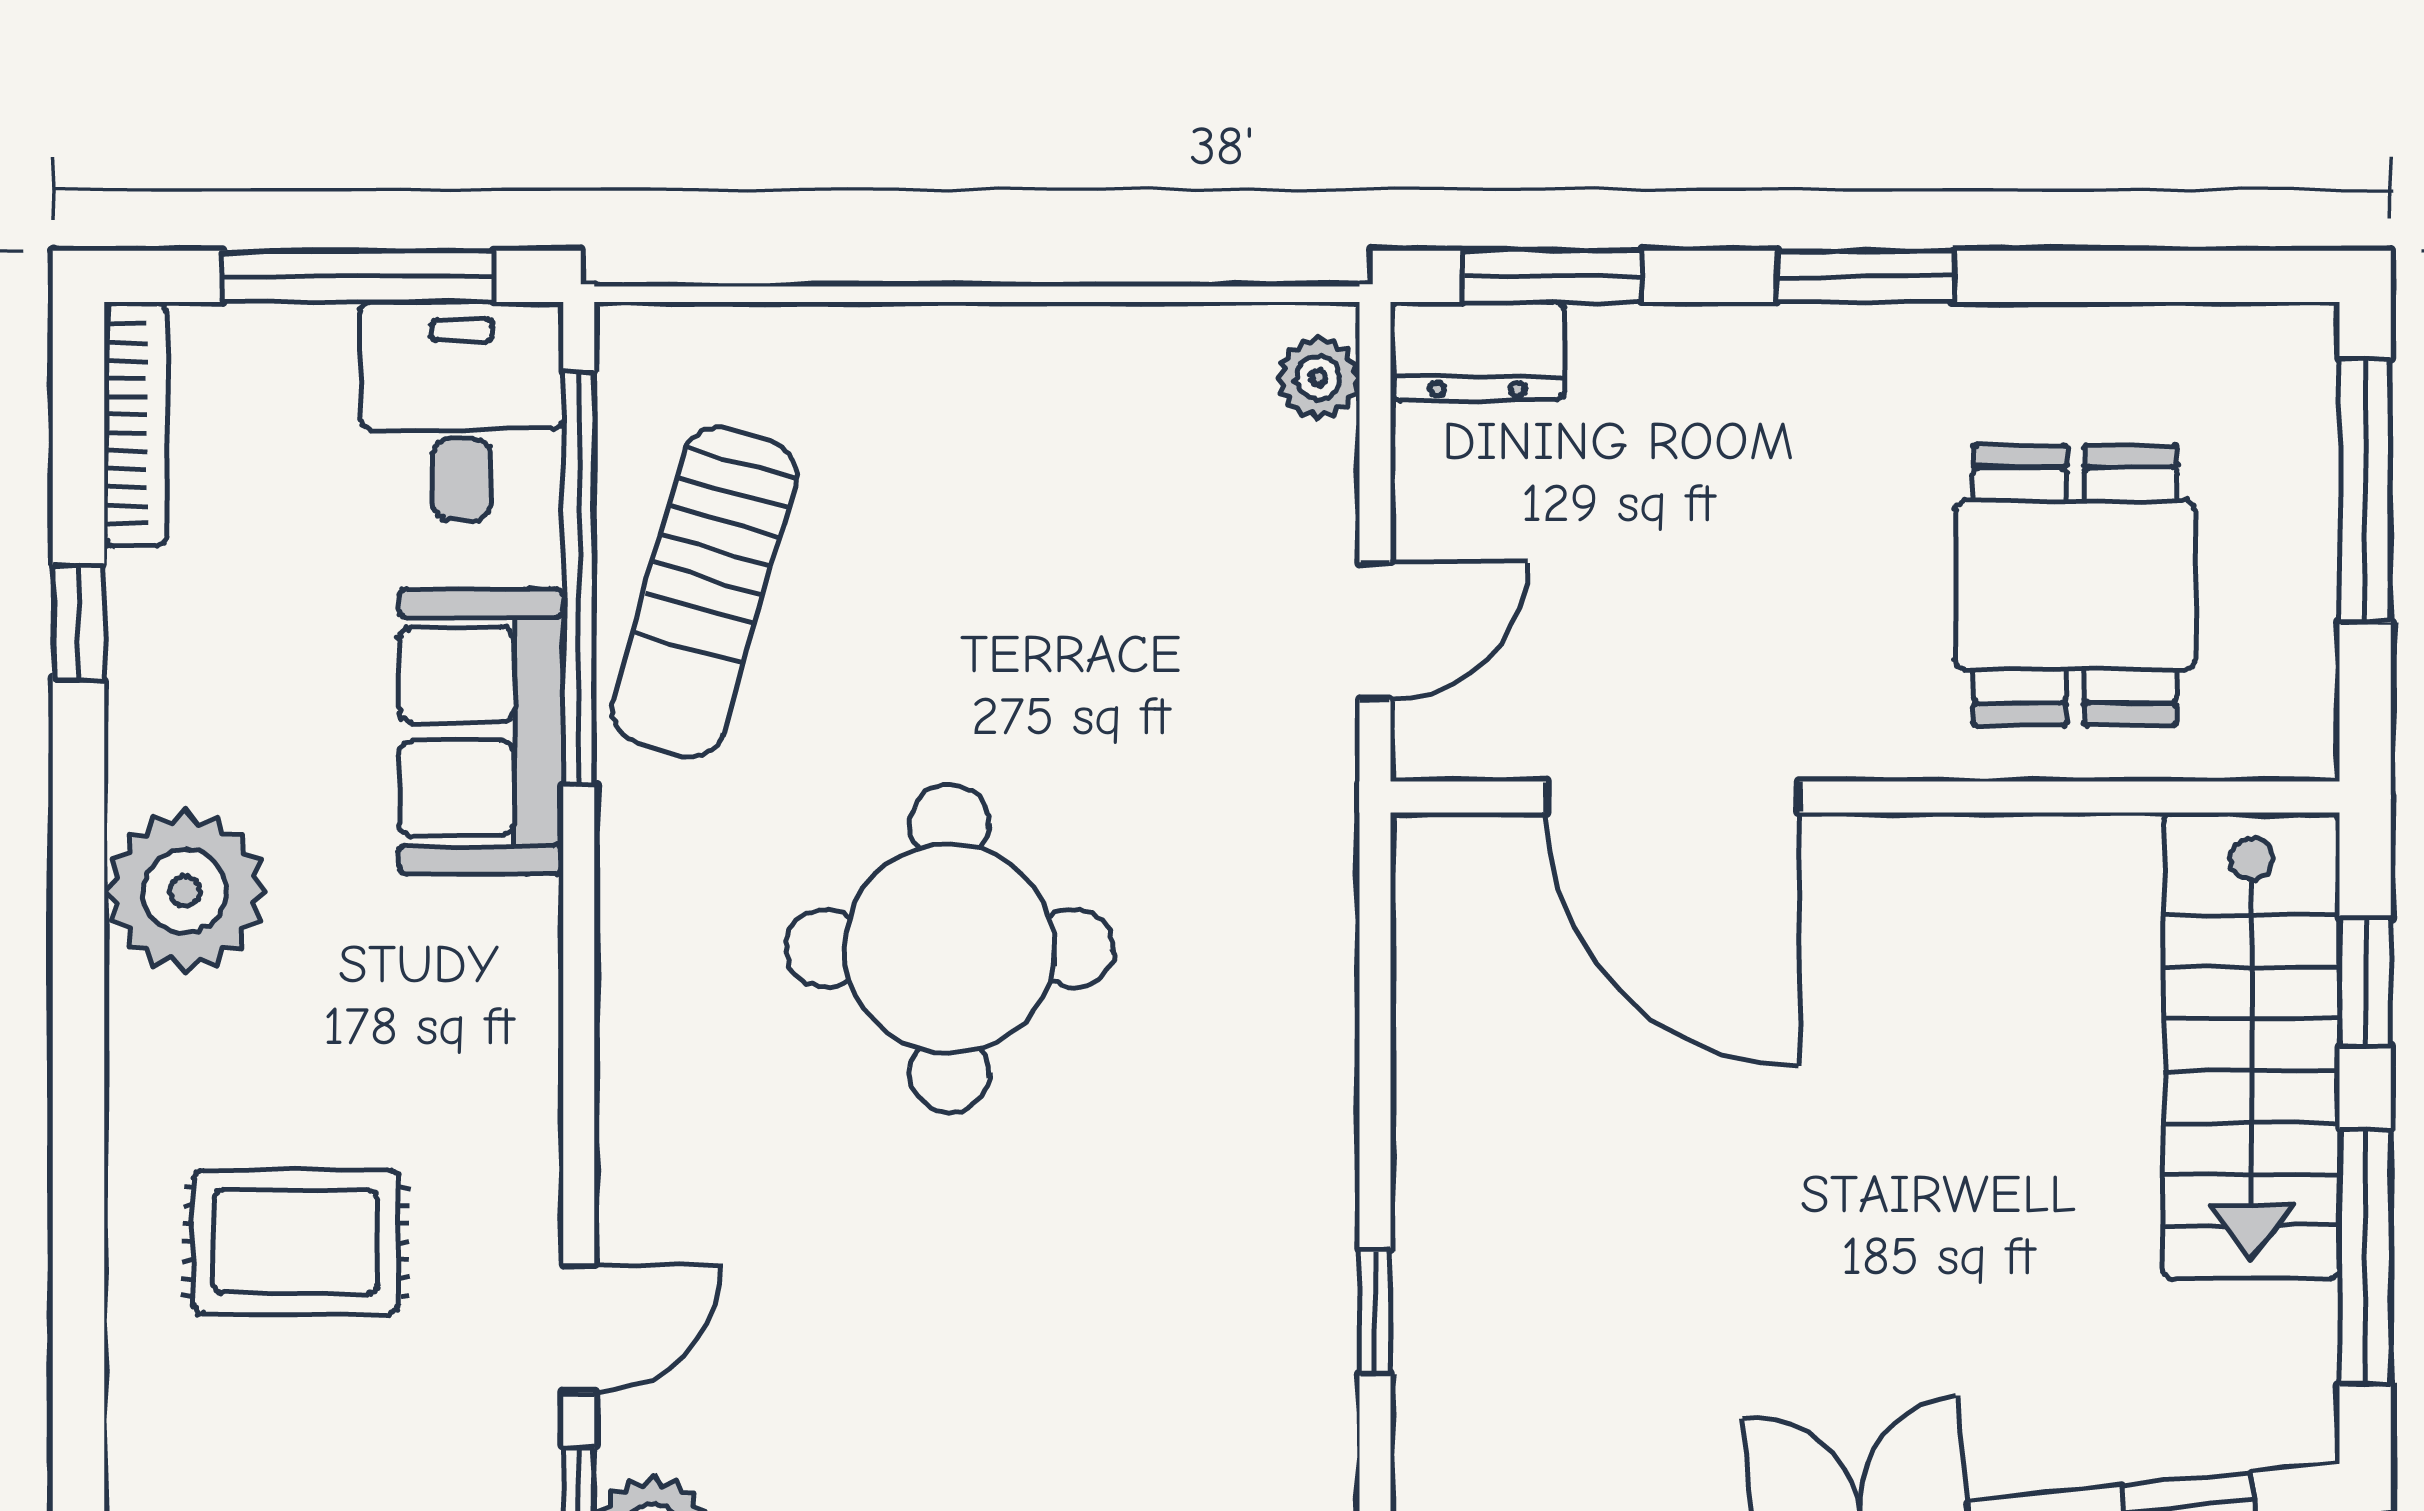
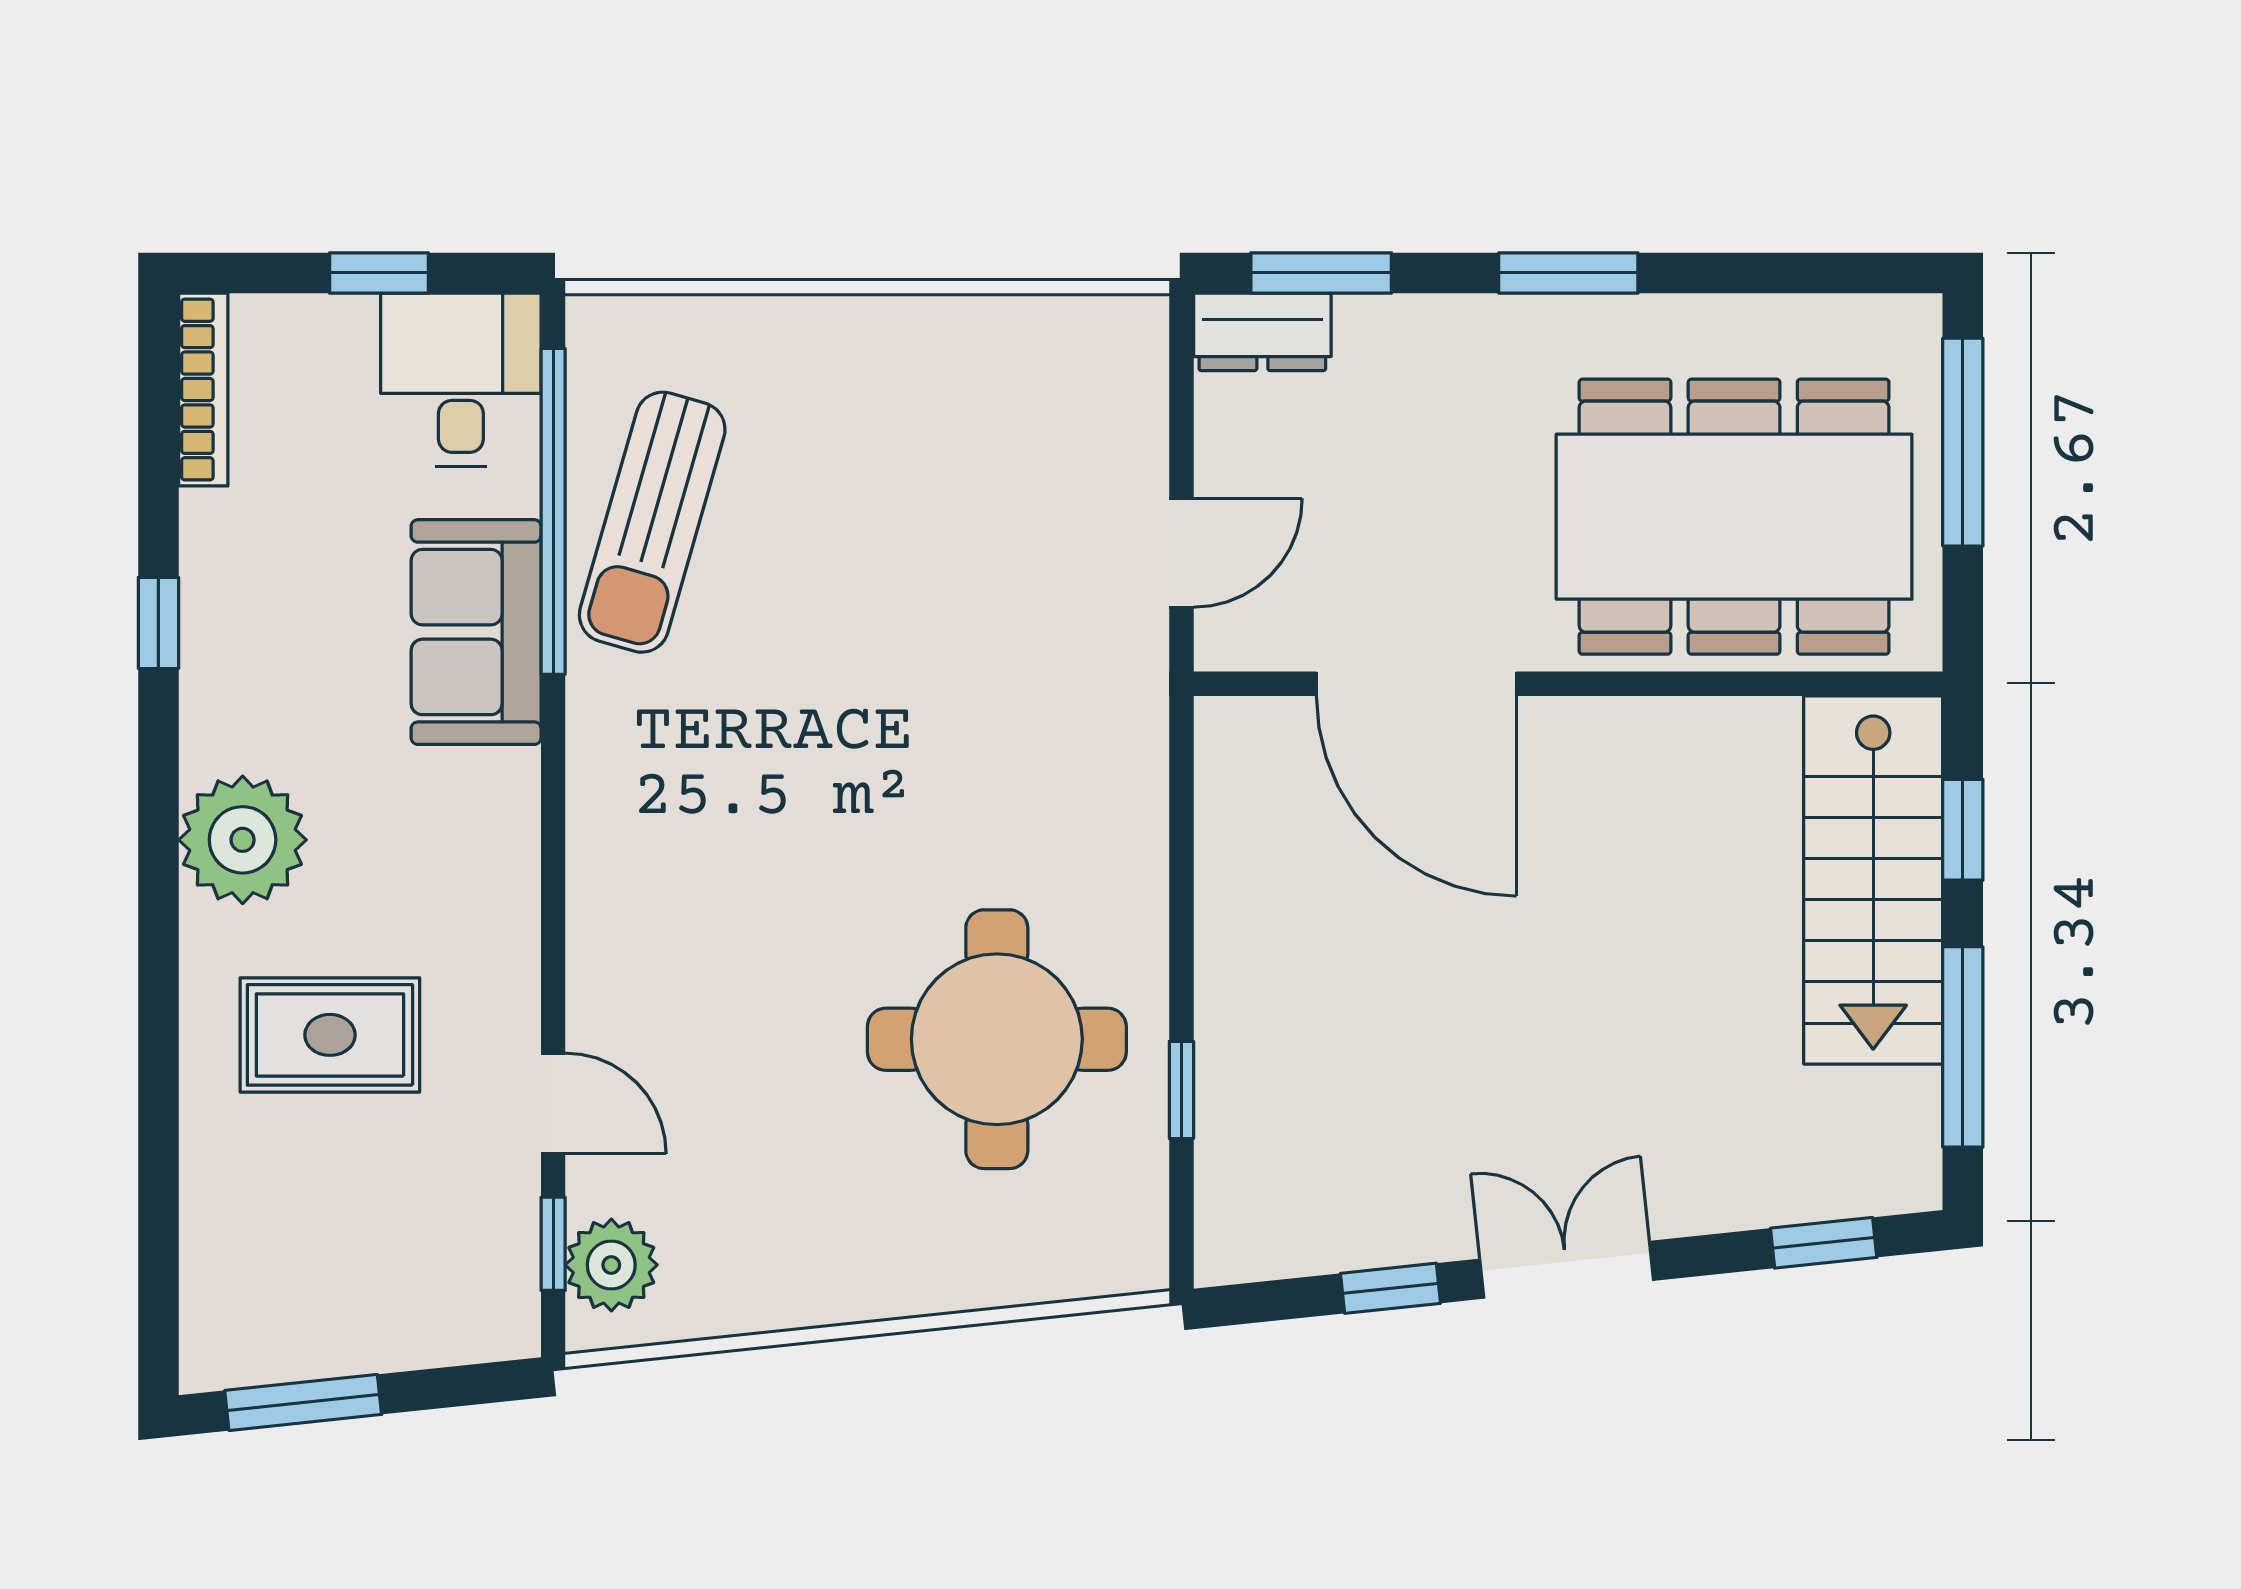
window: (358, 276) -> (379, 273), width x0.46
plant: (1318, 378) -> (1137, 353), removed
dining table: (2075, 585) -> (1734, 517), width x1.88, depth x1.24
window: (78, 623) -> (158, 623), moved
plant: (185, 891) -> (243, 840), moved
round table: (949, 948) -> (997, 1039), moved
door: (579, 1329) -> (553, 1103), hinge flipped

